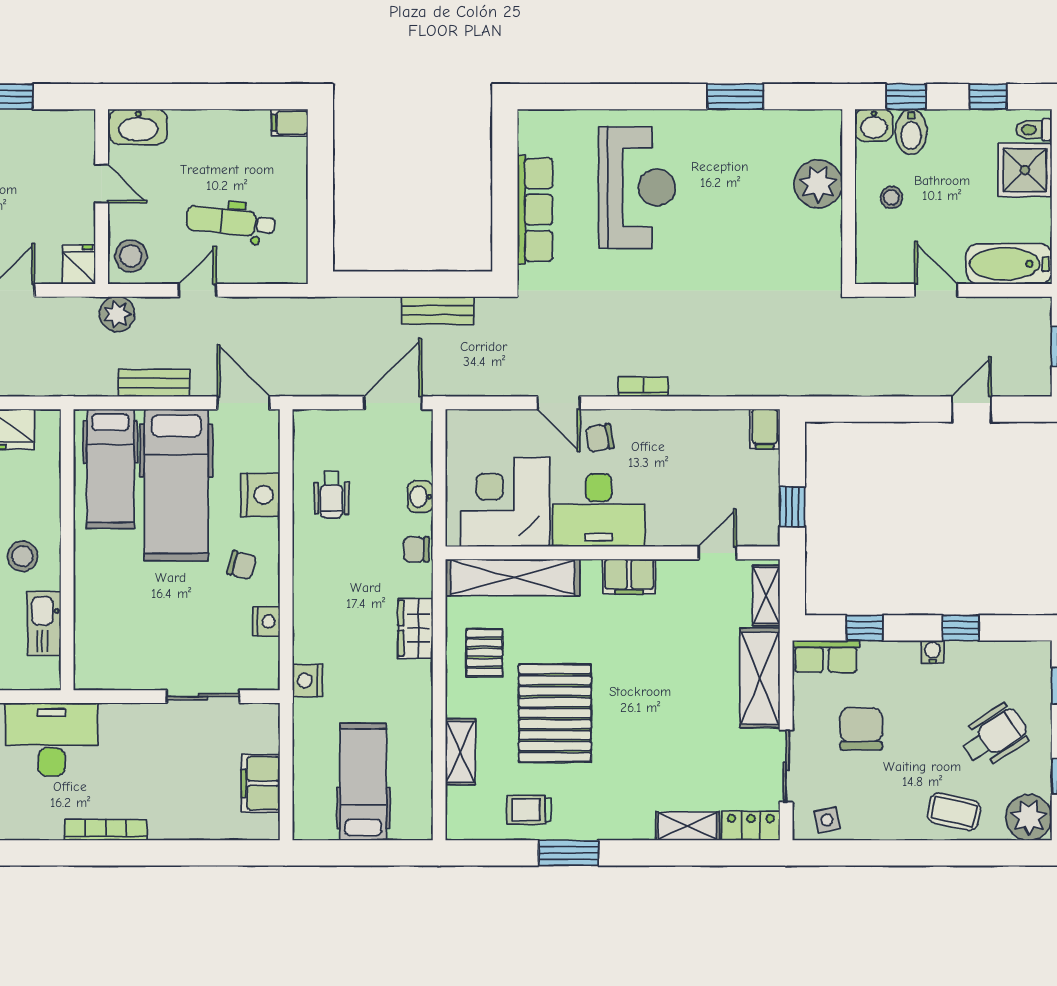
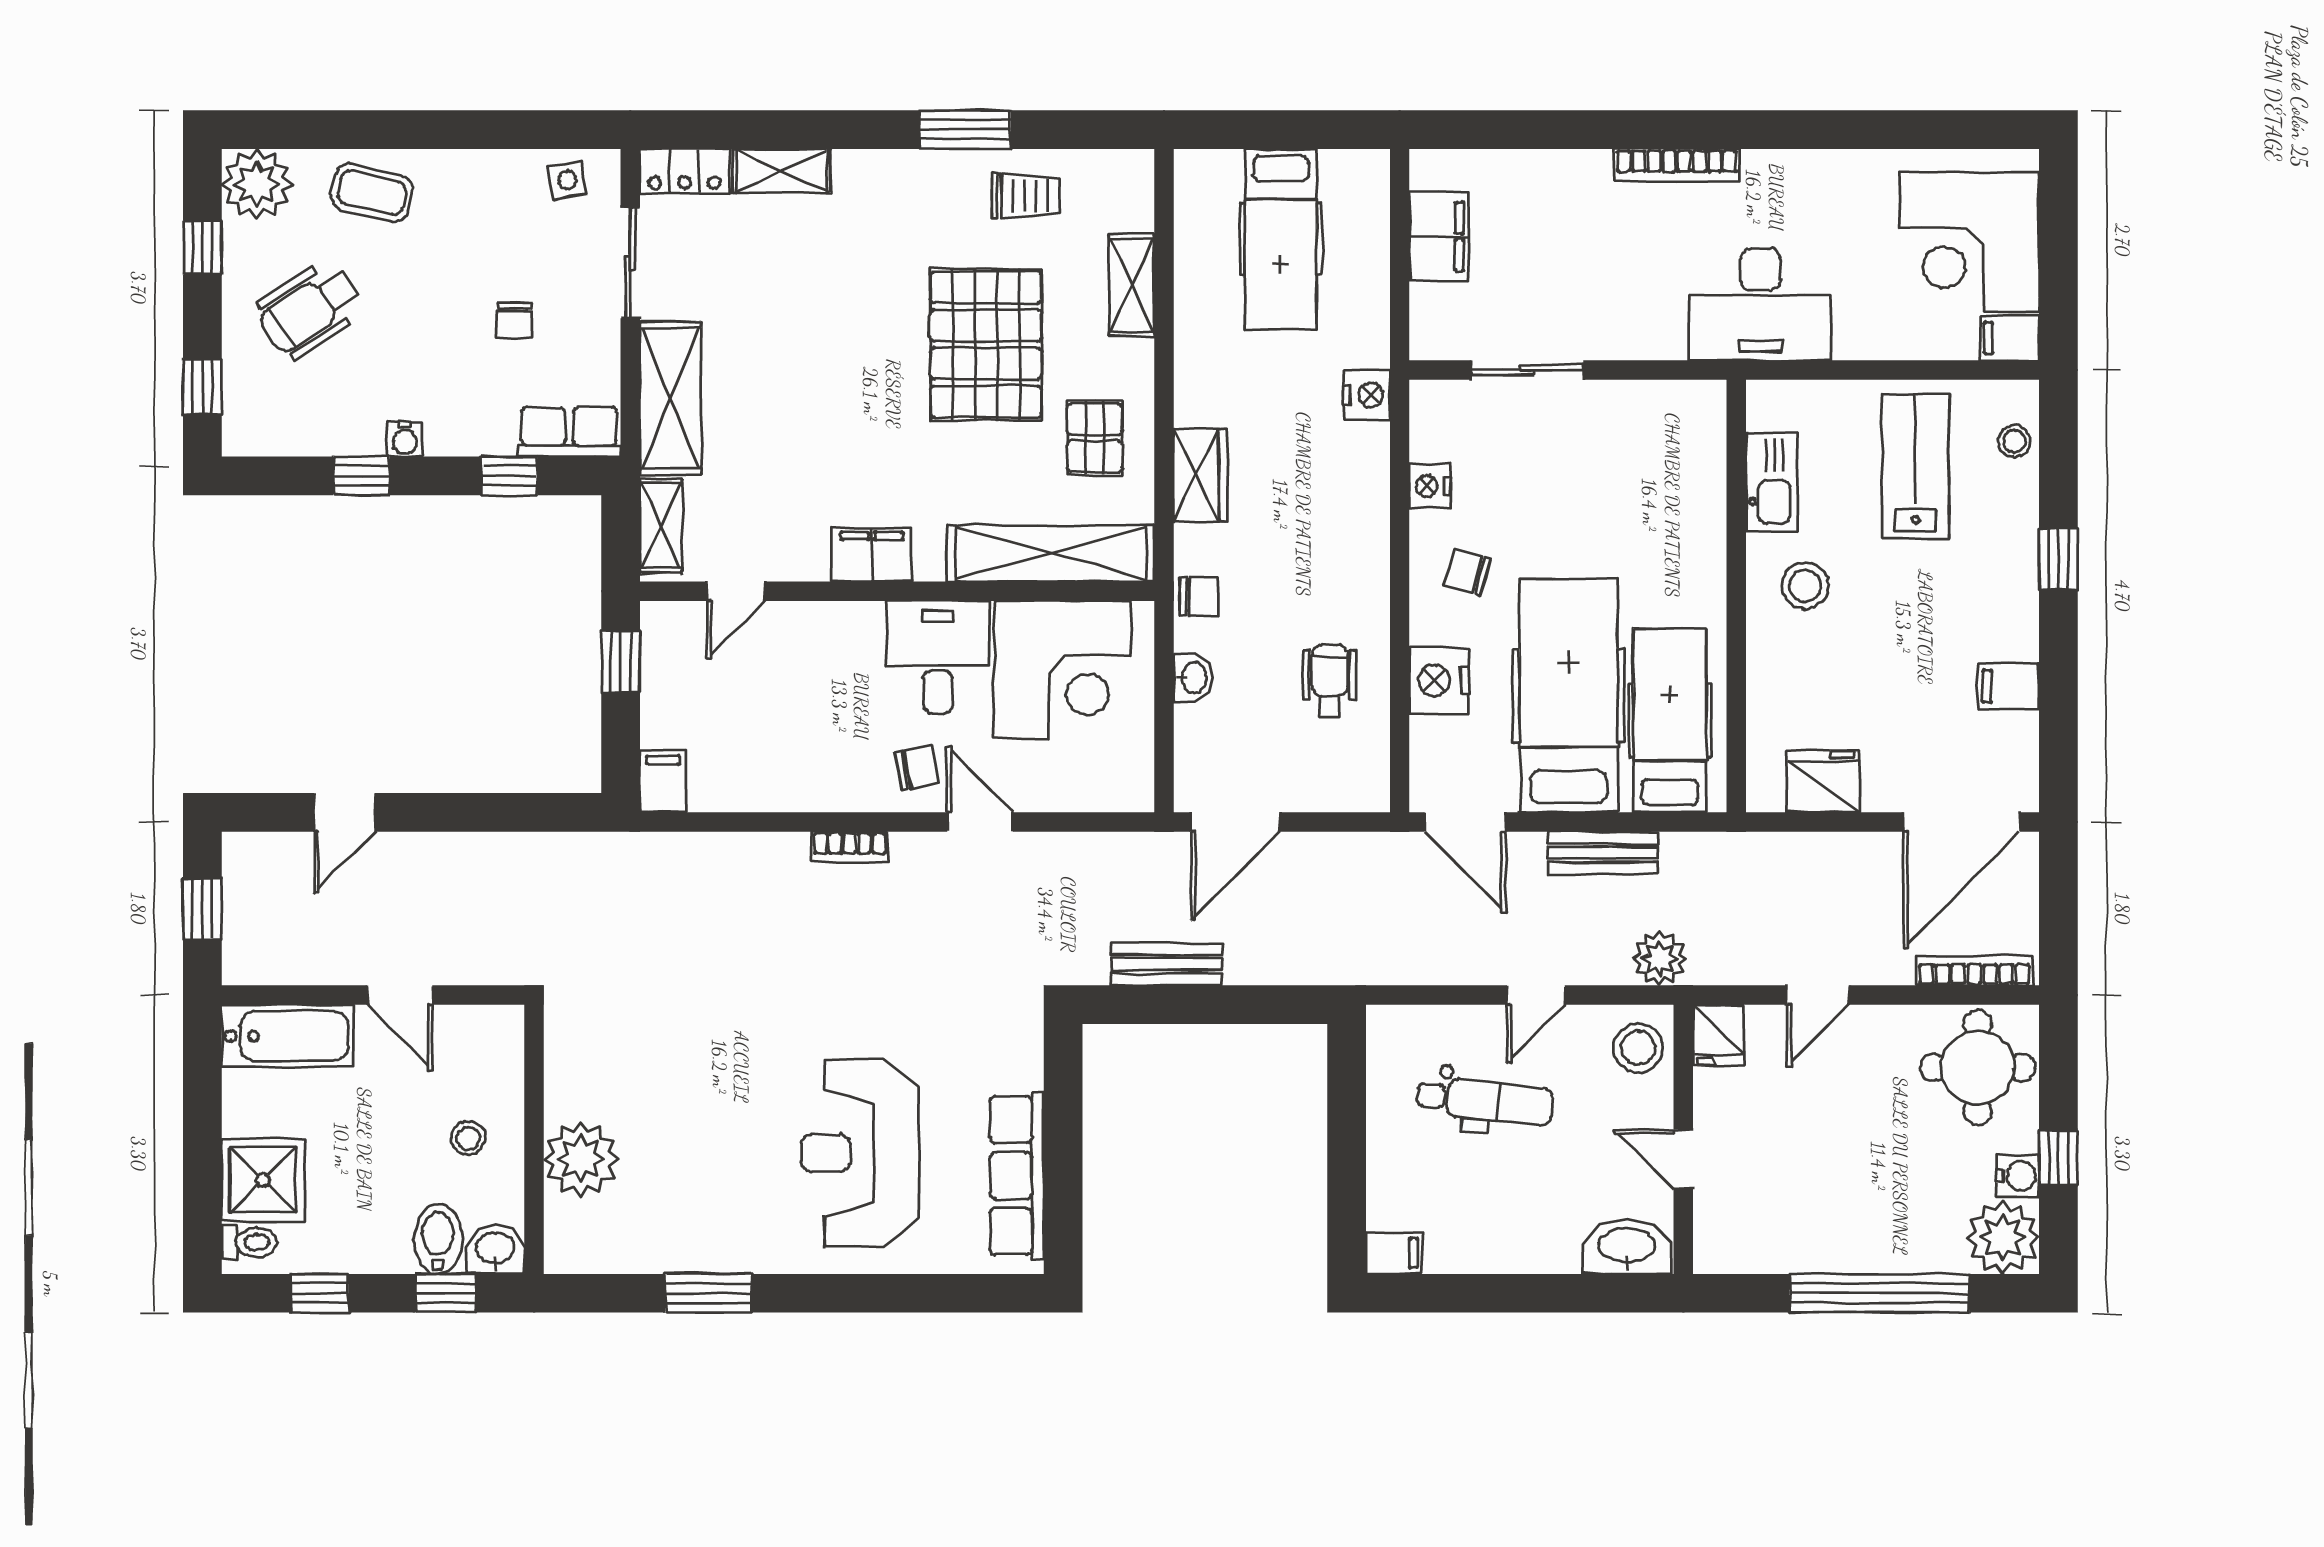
row of seats: (535, 210) -> (1017, 1175), moved
desk: (599, 510) -> (938, 657), width x0.73
chair: (861, 729) -> (515, 320), width x0.54, depth x0.54

